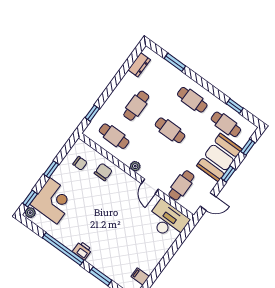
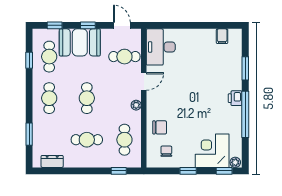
chair: (103, 172) -> (160, 127), turned 180

